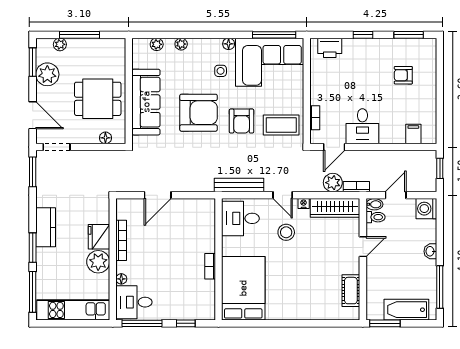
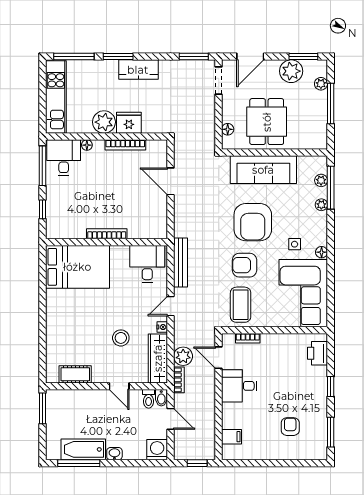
window: (274, 35) -> (331, 188), moved
stool: (286, 232) -> (121, 338), moved
bookcase: (210, 266) -> (107, 234), width x1.56
bathtub: (406, 310) -> (83, 449), moved, turned -90

